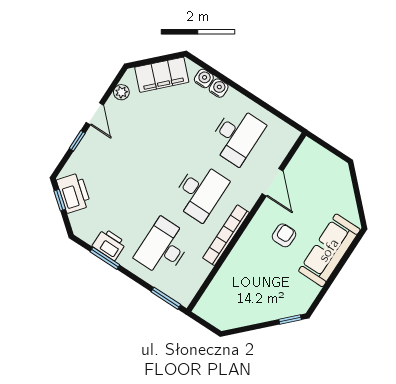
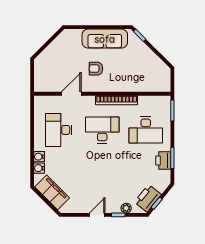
plant: (121, 92) -> (126, 208), moved
desk: (237, 136) -> (59, 130), turned -90
sofa: (329, 250) -> (105, 39), moved

